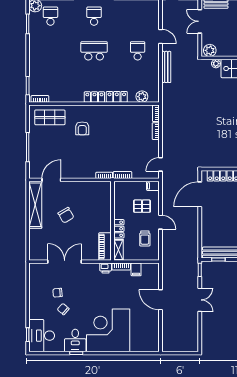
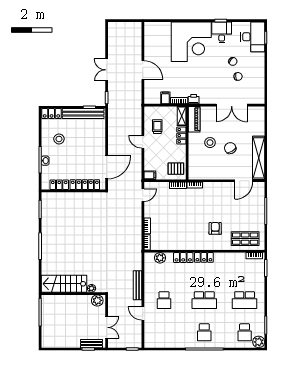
school desk: (50, 51) -> (245, 300), added
pallet: (142, 206) -> (176, 169), moved
stool: (88, 221) -> (210, 143), added

